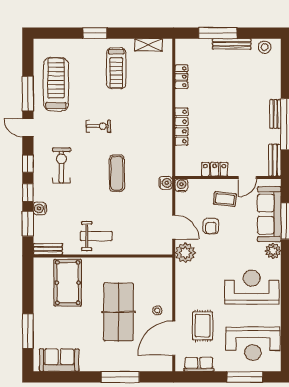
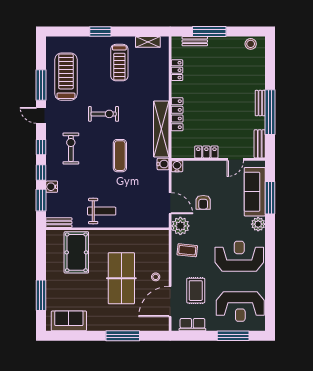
bench: (232, 44) -> (195, 41), moved, width x0.73
exercise bike: (98, 126) -> (104, 114), width x1.38, depth x1.39
shelving: (164, 143) -> (161, 129), added
coffee table: (225, 199) -> (187, 250), moved

